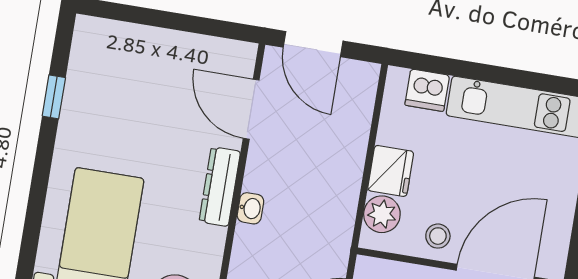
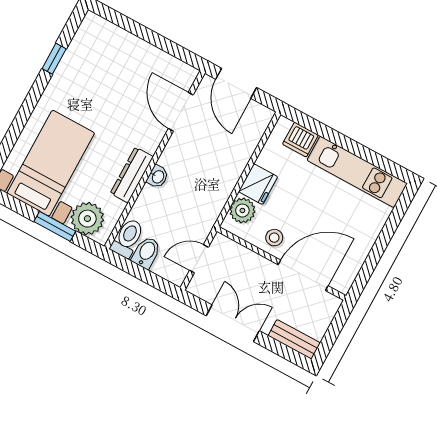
dresser: (220, 187) -> (132, 175), moved

